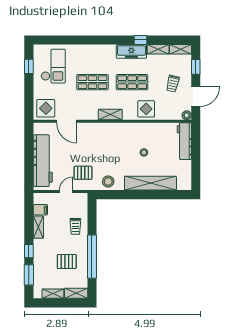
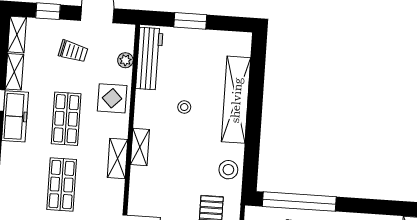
plant: (187, 115) -> (125, 60), moved
shelving: (118, 128) -> (140, 147), added
workbench: (184, 141) -> (149, 59), moved, turned -90
window: (196, 153) -> (190, 21), added
window: (92, 257) -> (299, 202), moved

